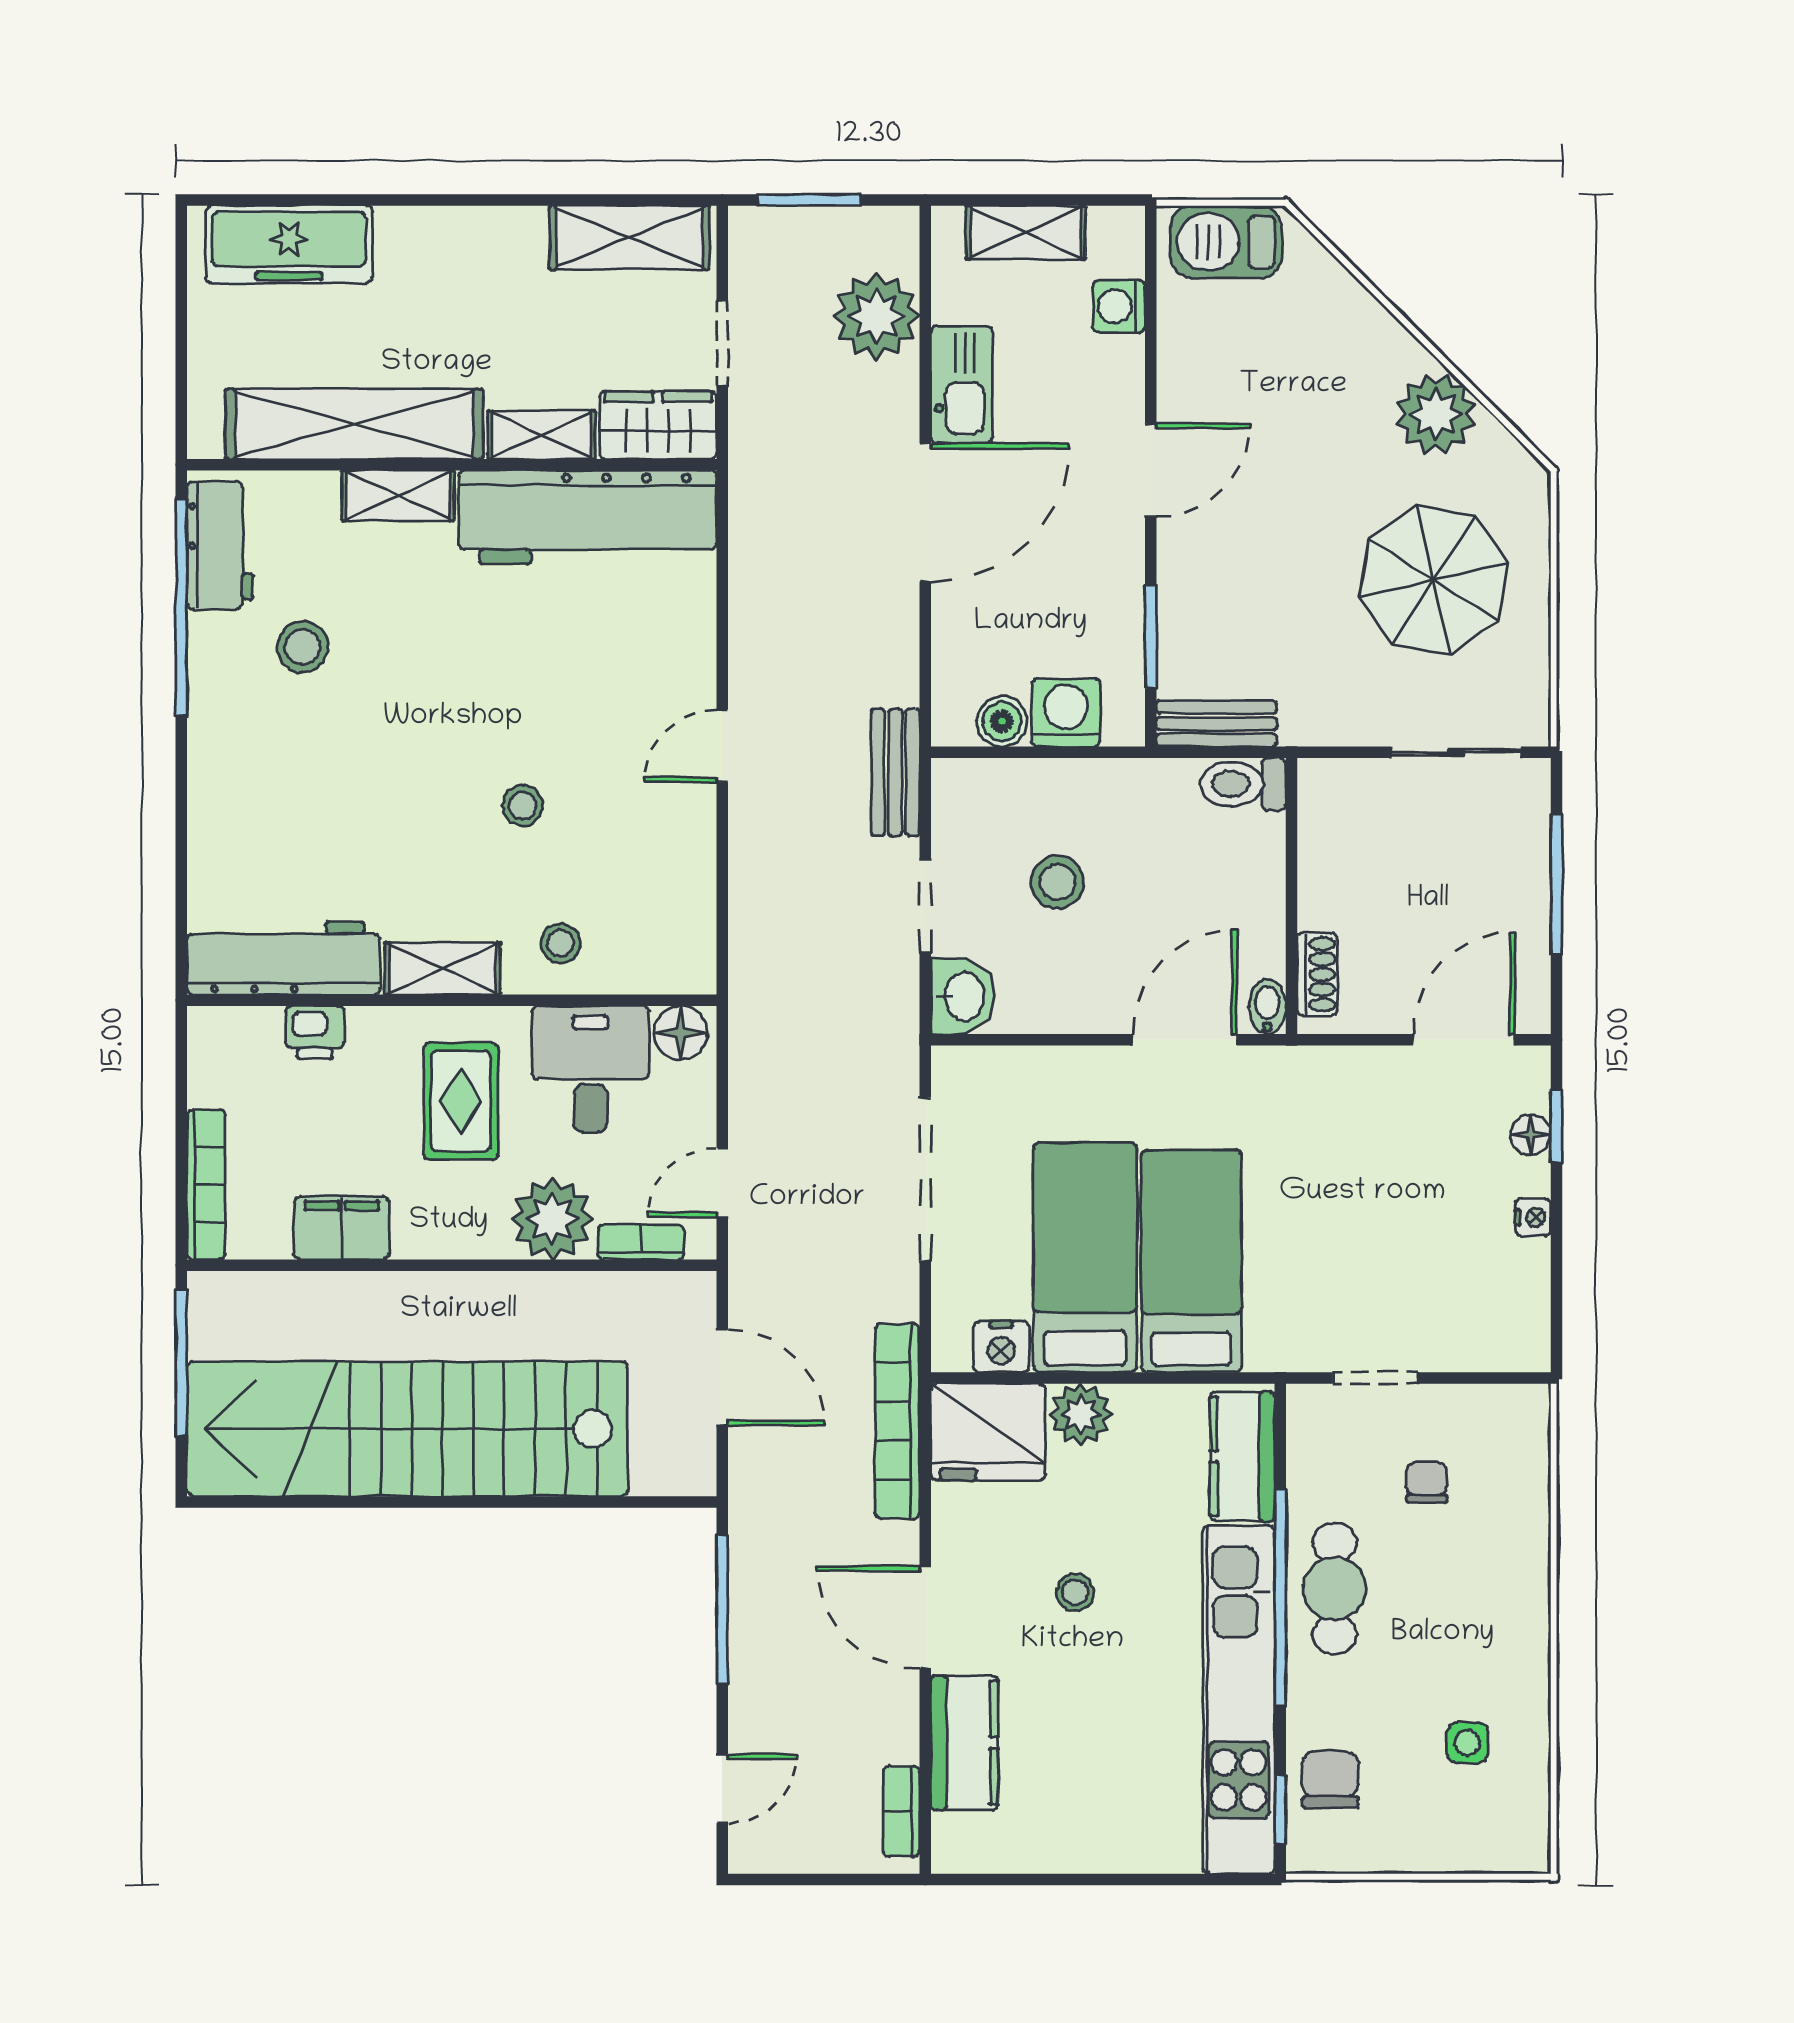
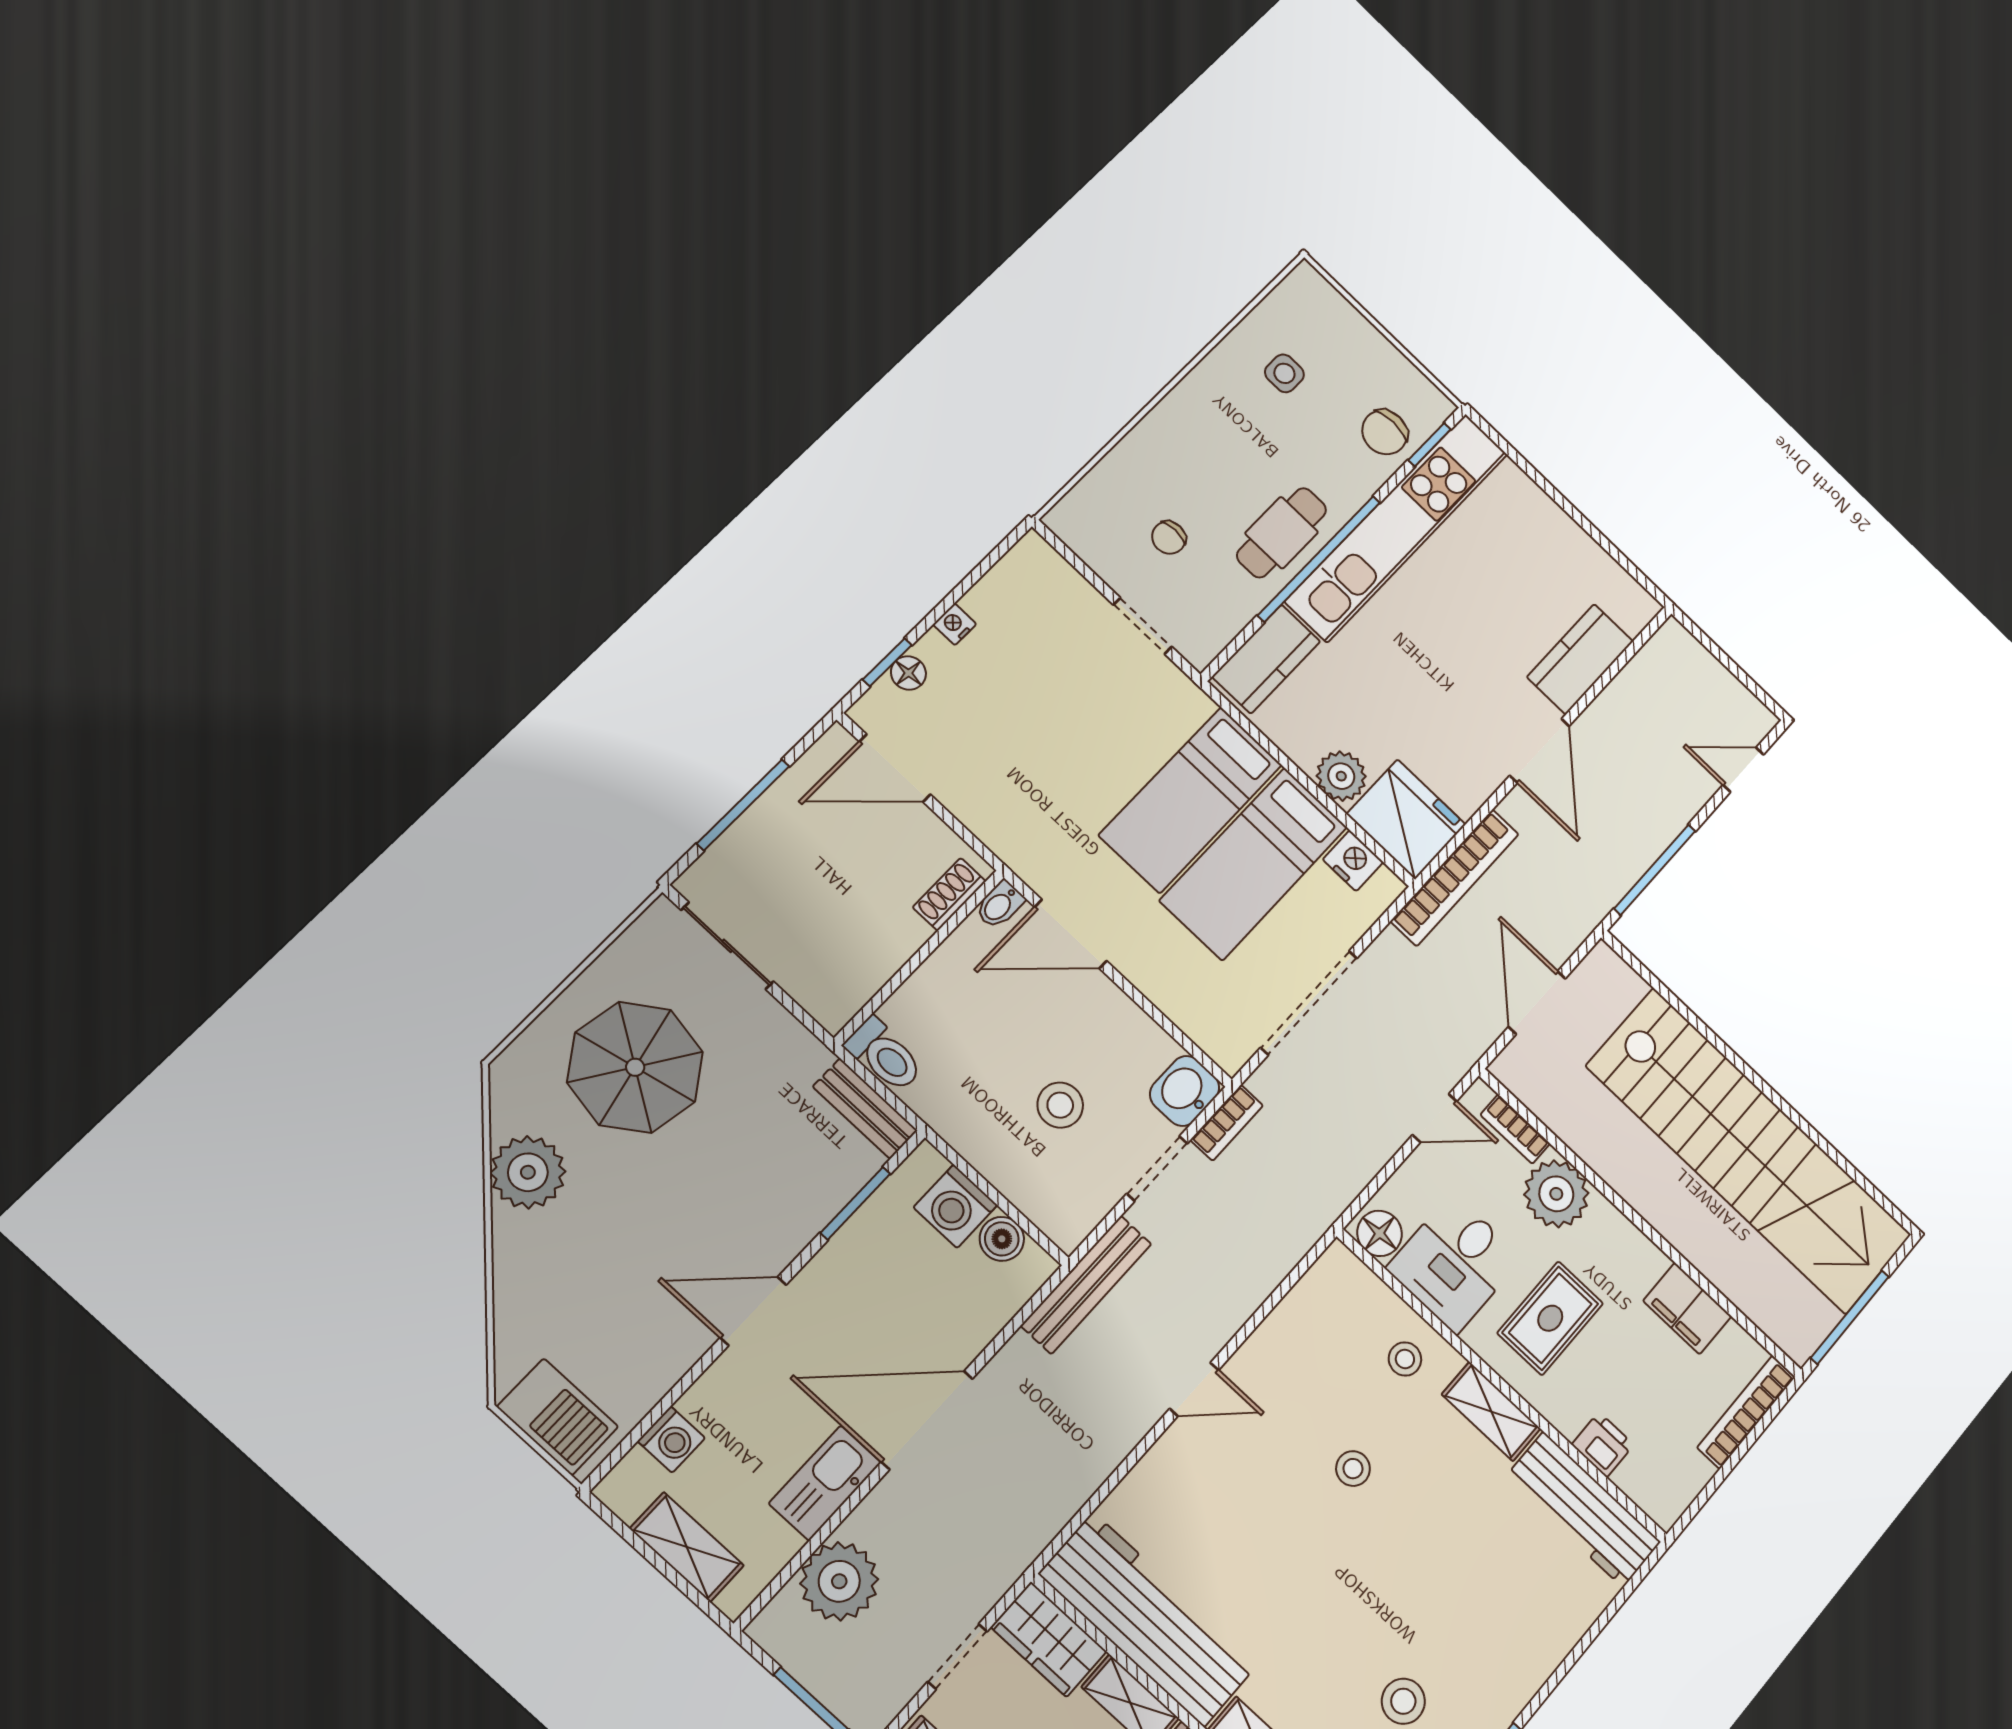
bench: (895, 773) -> (1086, 1285), width x1.36
stool: (1075, 1592) -> (1438, 679), removed
bookcase: (901, 1811) -> (1227, 1123), moved

